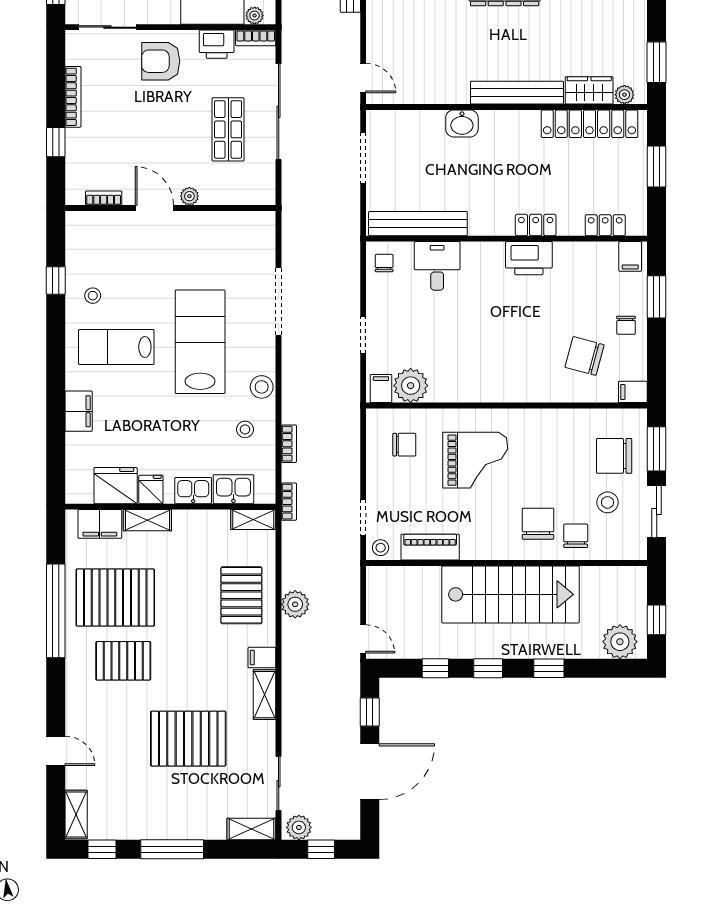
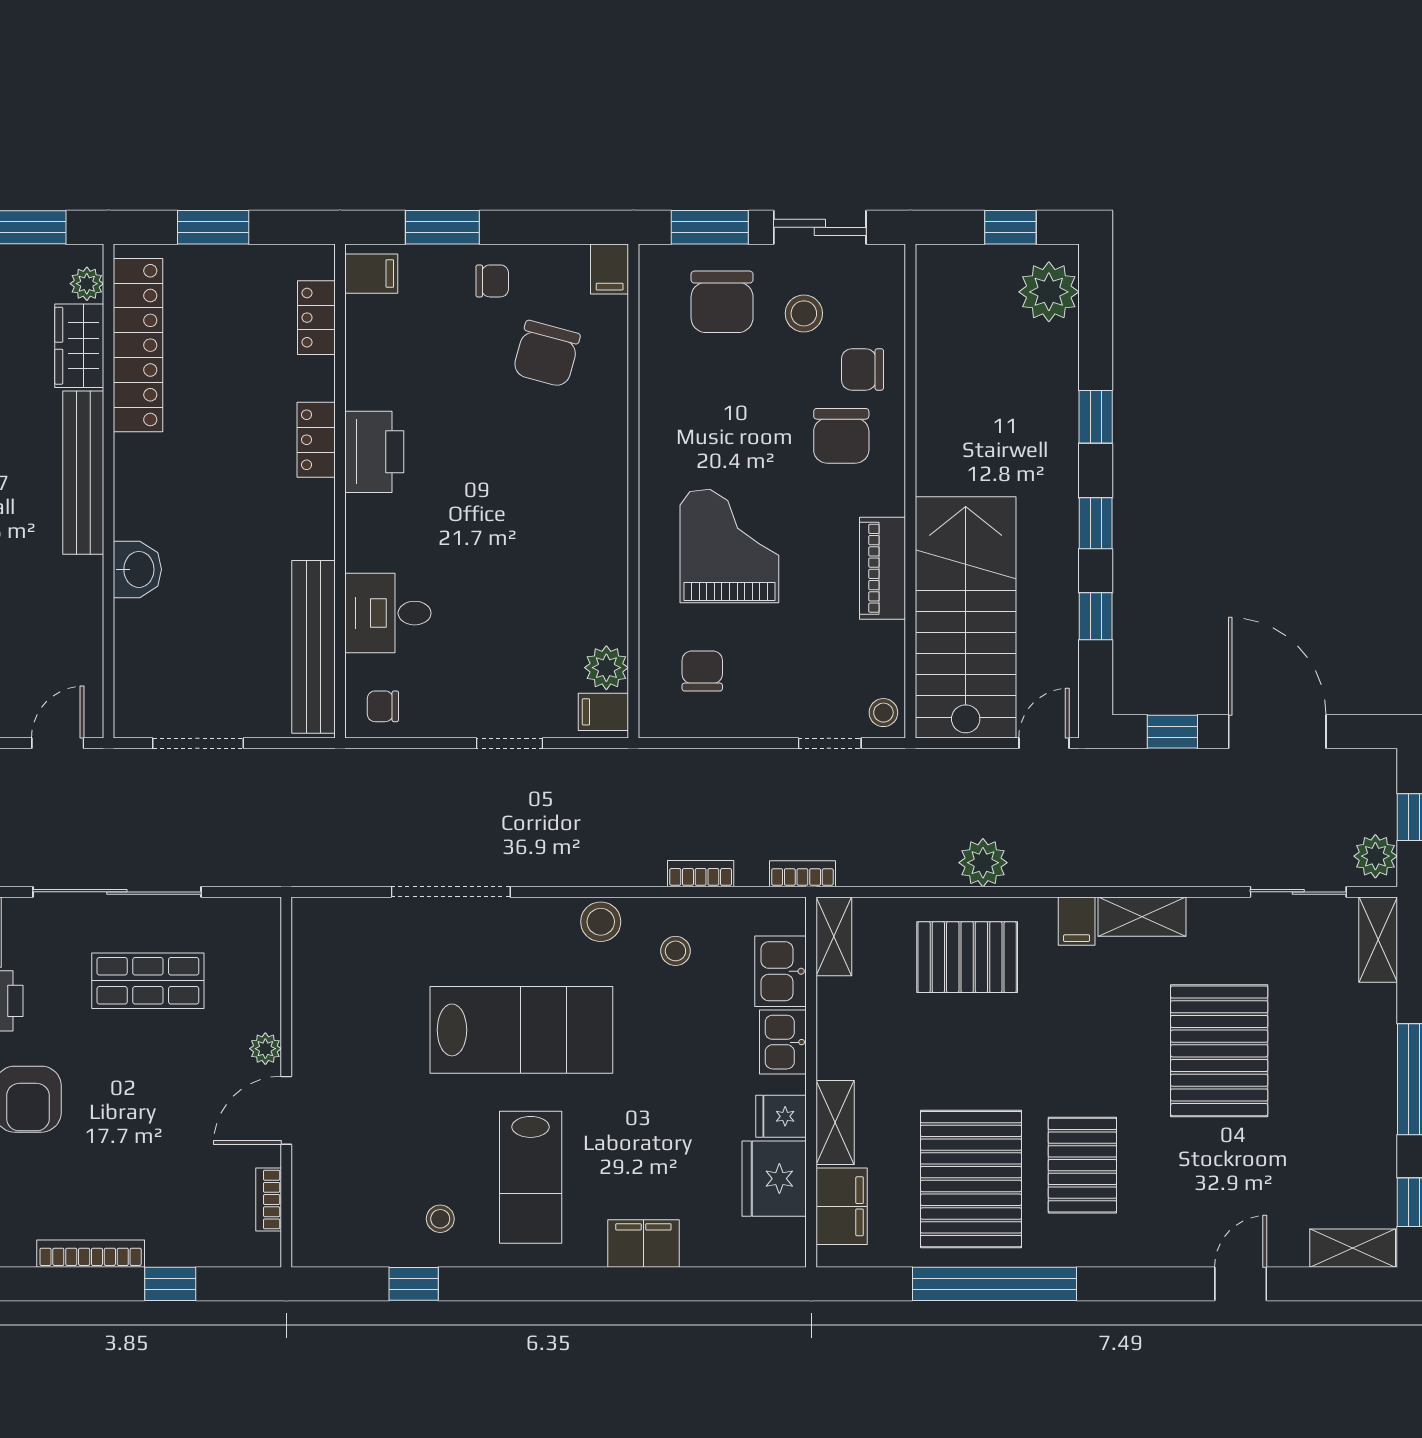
lab bench: (200, 342) -> (521, 1030), turned 180
plant: (411, 386) -> (606, 668), width x0.73, depth x0.73
chair: (538, 524) -> (841, 436), turned -90
piano: (430, 547) -> (883, 568), moved
stairs: (511, 594) -> (966, 617), moved

